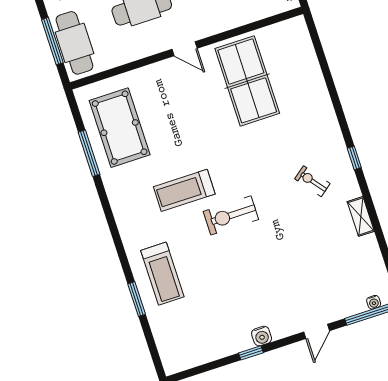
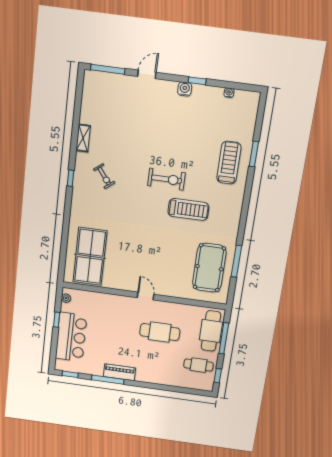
table tennis table: (247, 81) -> (90, 256), moved
water cooler: (374, 302) -> (229, 93), moved

